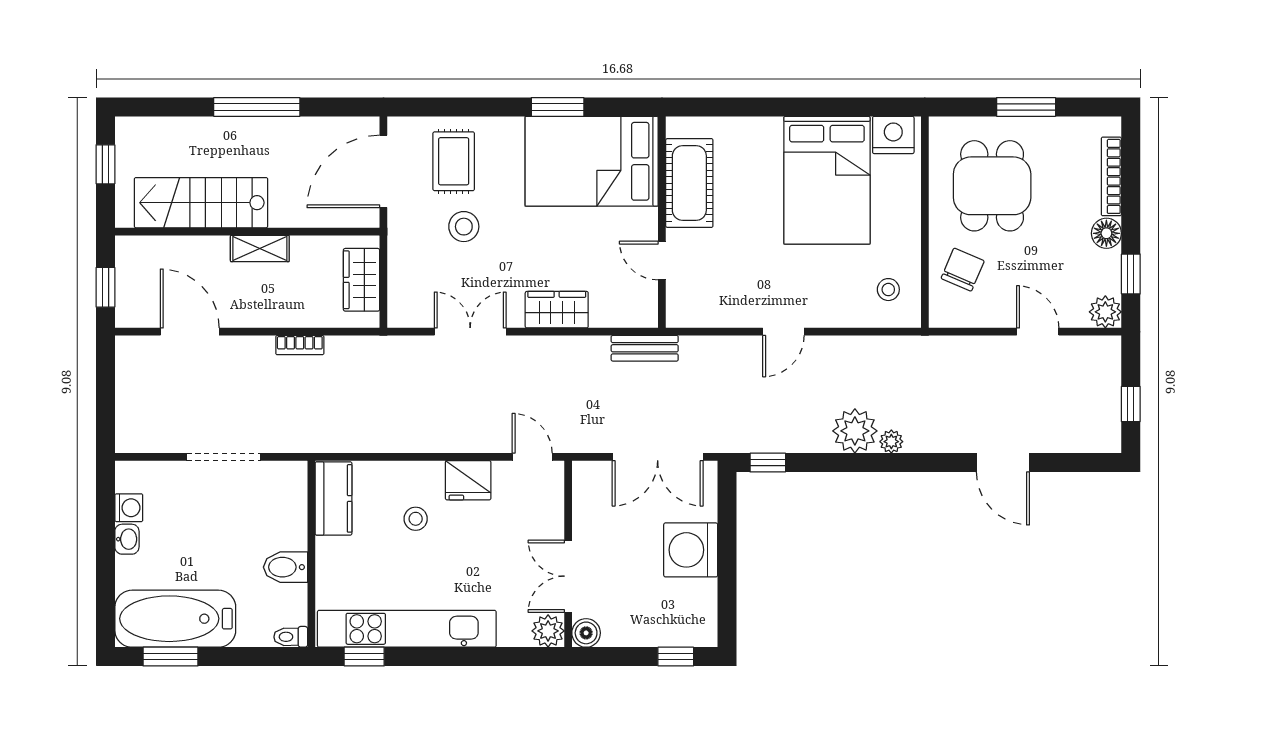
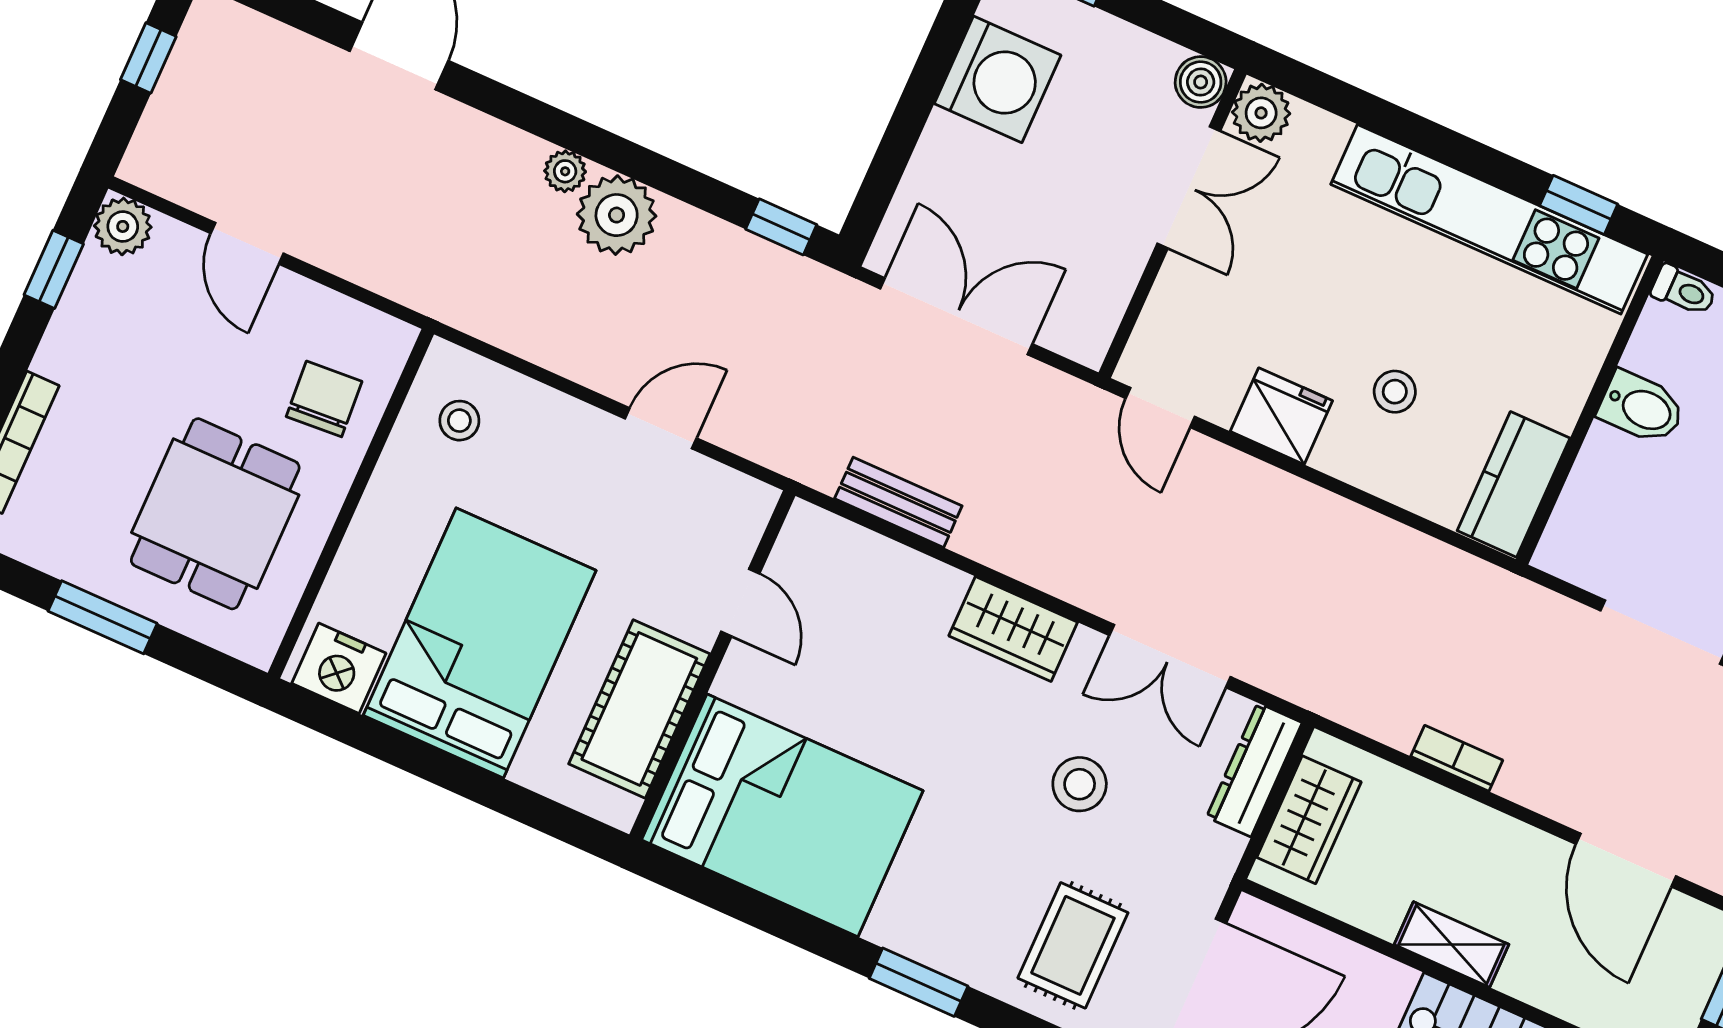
window: (558, 107) -> (919, 982), moved
bed: (592, 161) -> (782, 815), moved
cot: (689, 183) -> (639, 709), moved
wall: (662, 222) -> (712, 665), moved
stool: (464, 227) -> (1080, 784), moved
floor lamp: (1106, 233) -> (64, 353), removed
door: (662, 261) -> (740, 603), moved
chair: (963, 270) -> (324, 399), turned 153
dresser: (401, 293) -> (1254, 770), added
washing machine: (691, 550) -> (998, 79), moved

